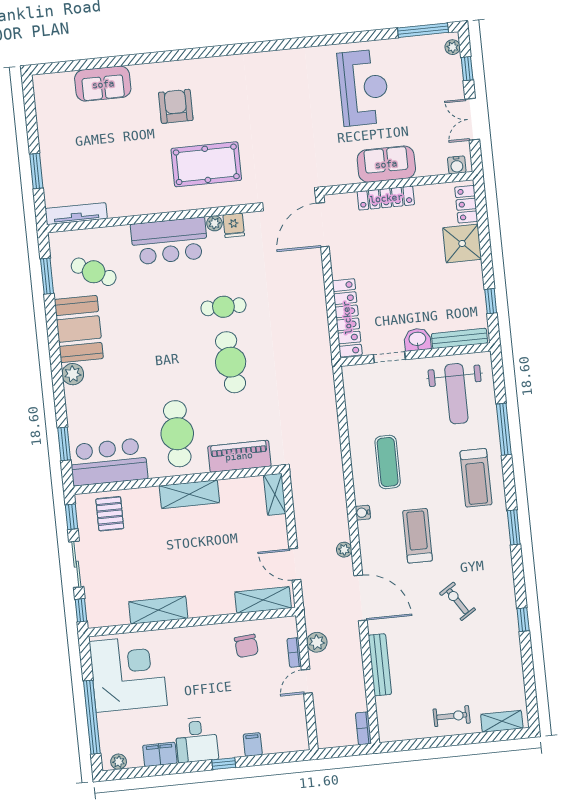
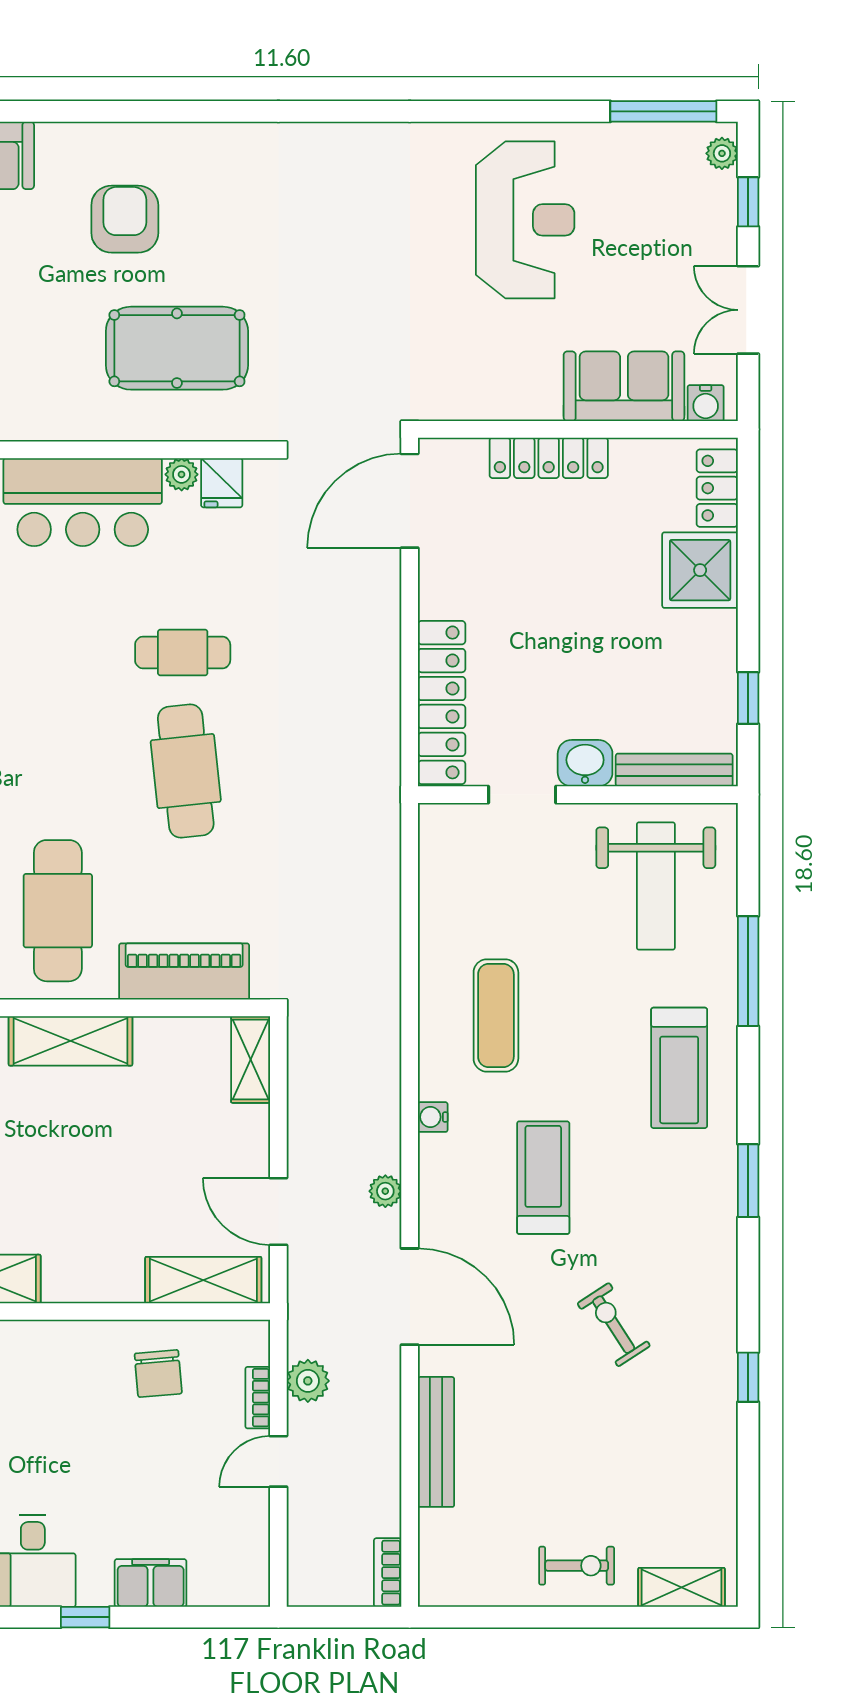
sofa: (386, 164) -> (624, 386), moved
filing cabinet: (253, 745) -> (151, 1583), width x2.00

